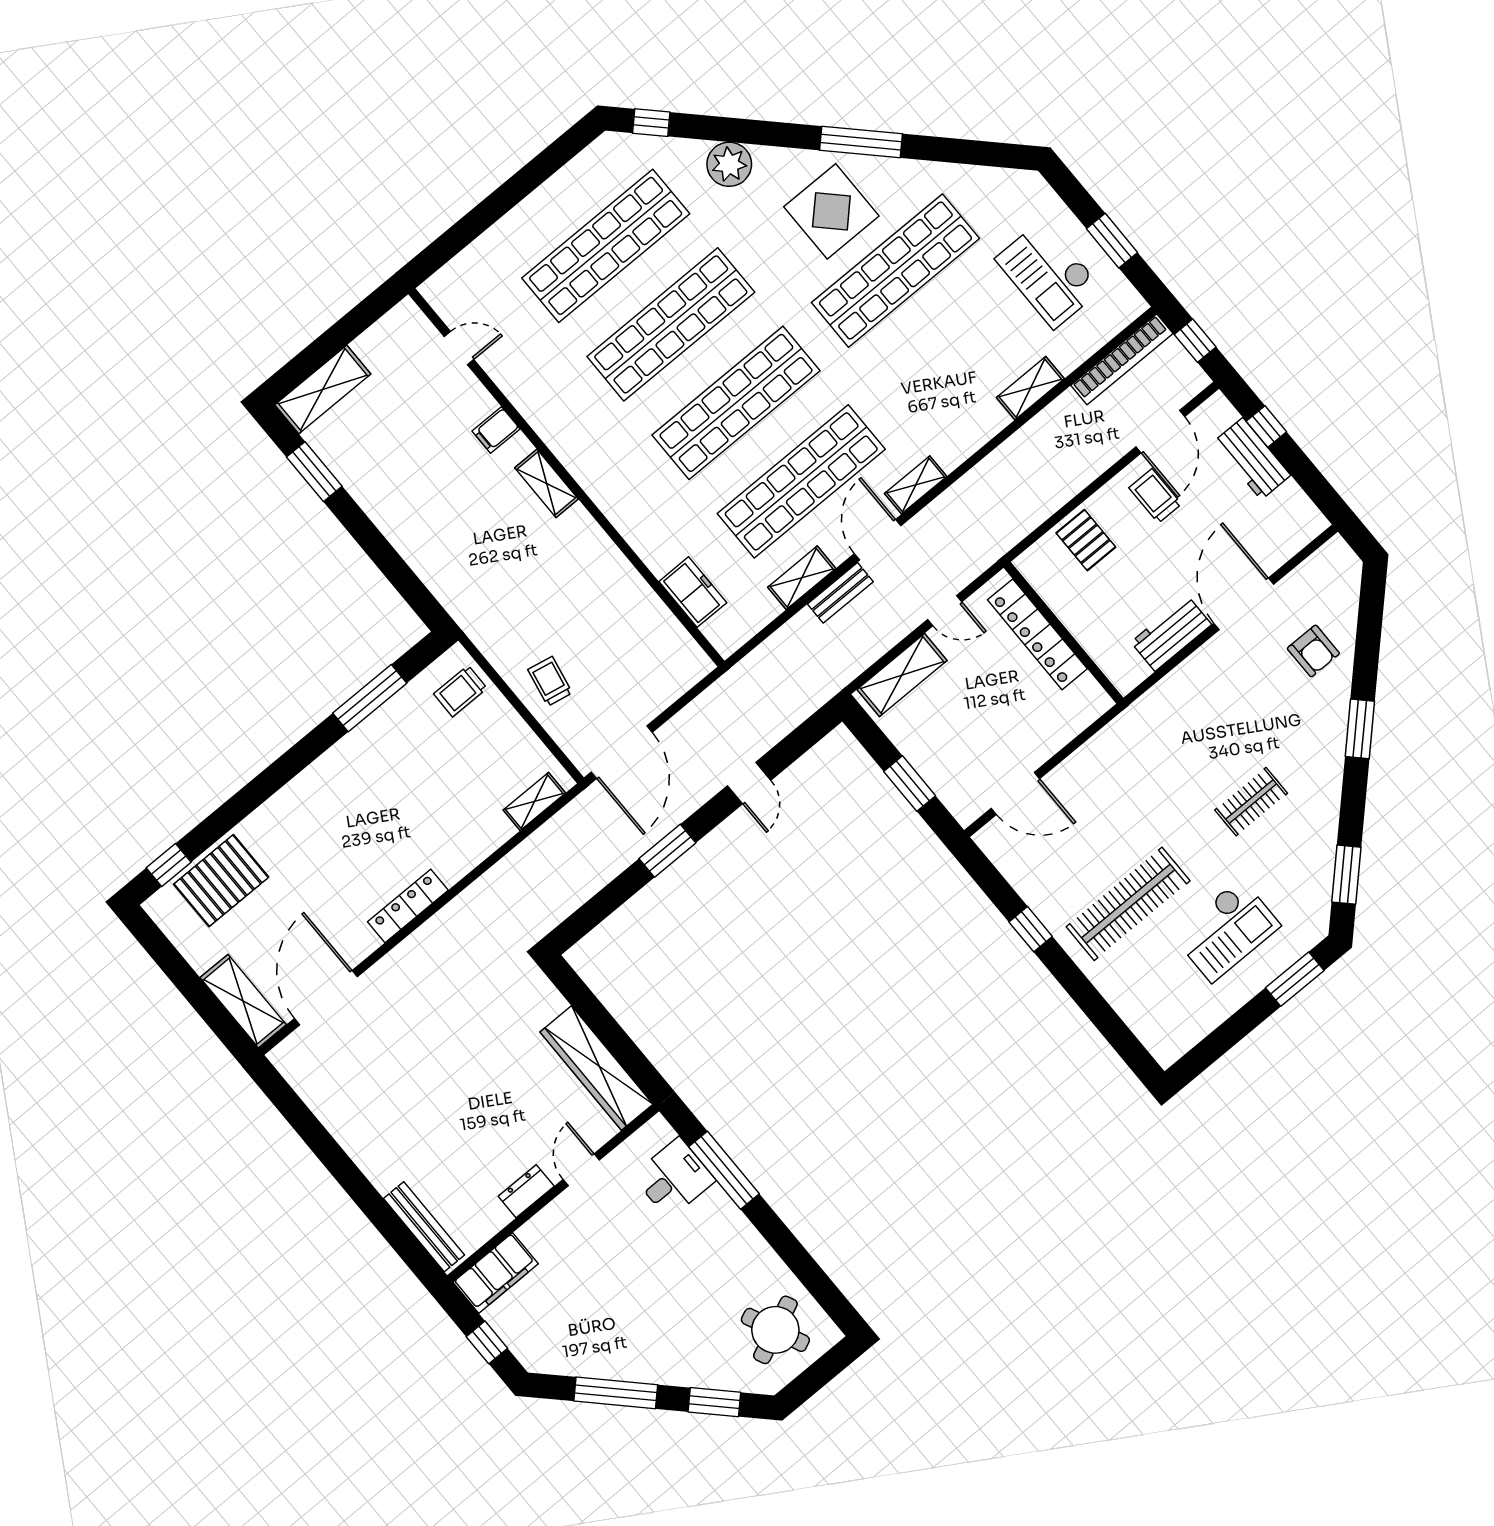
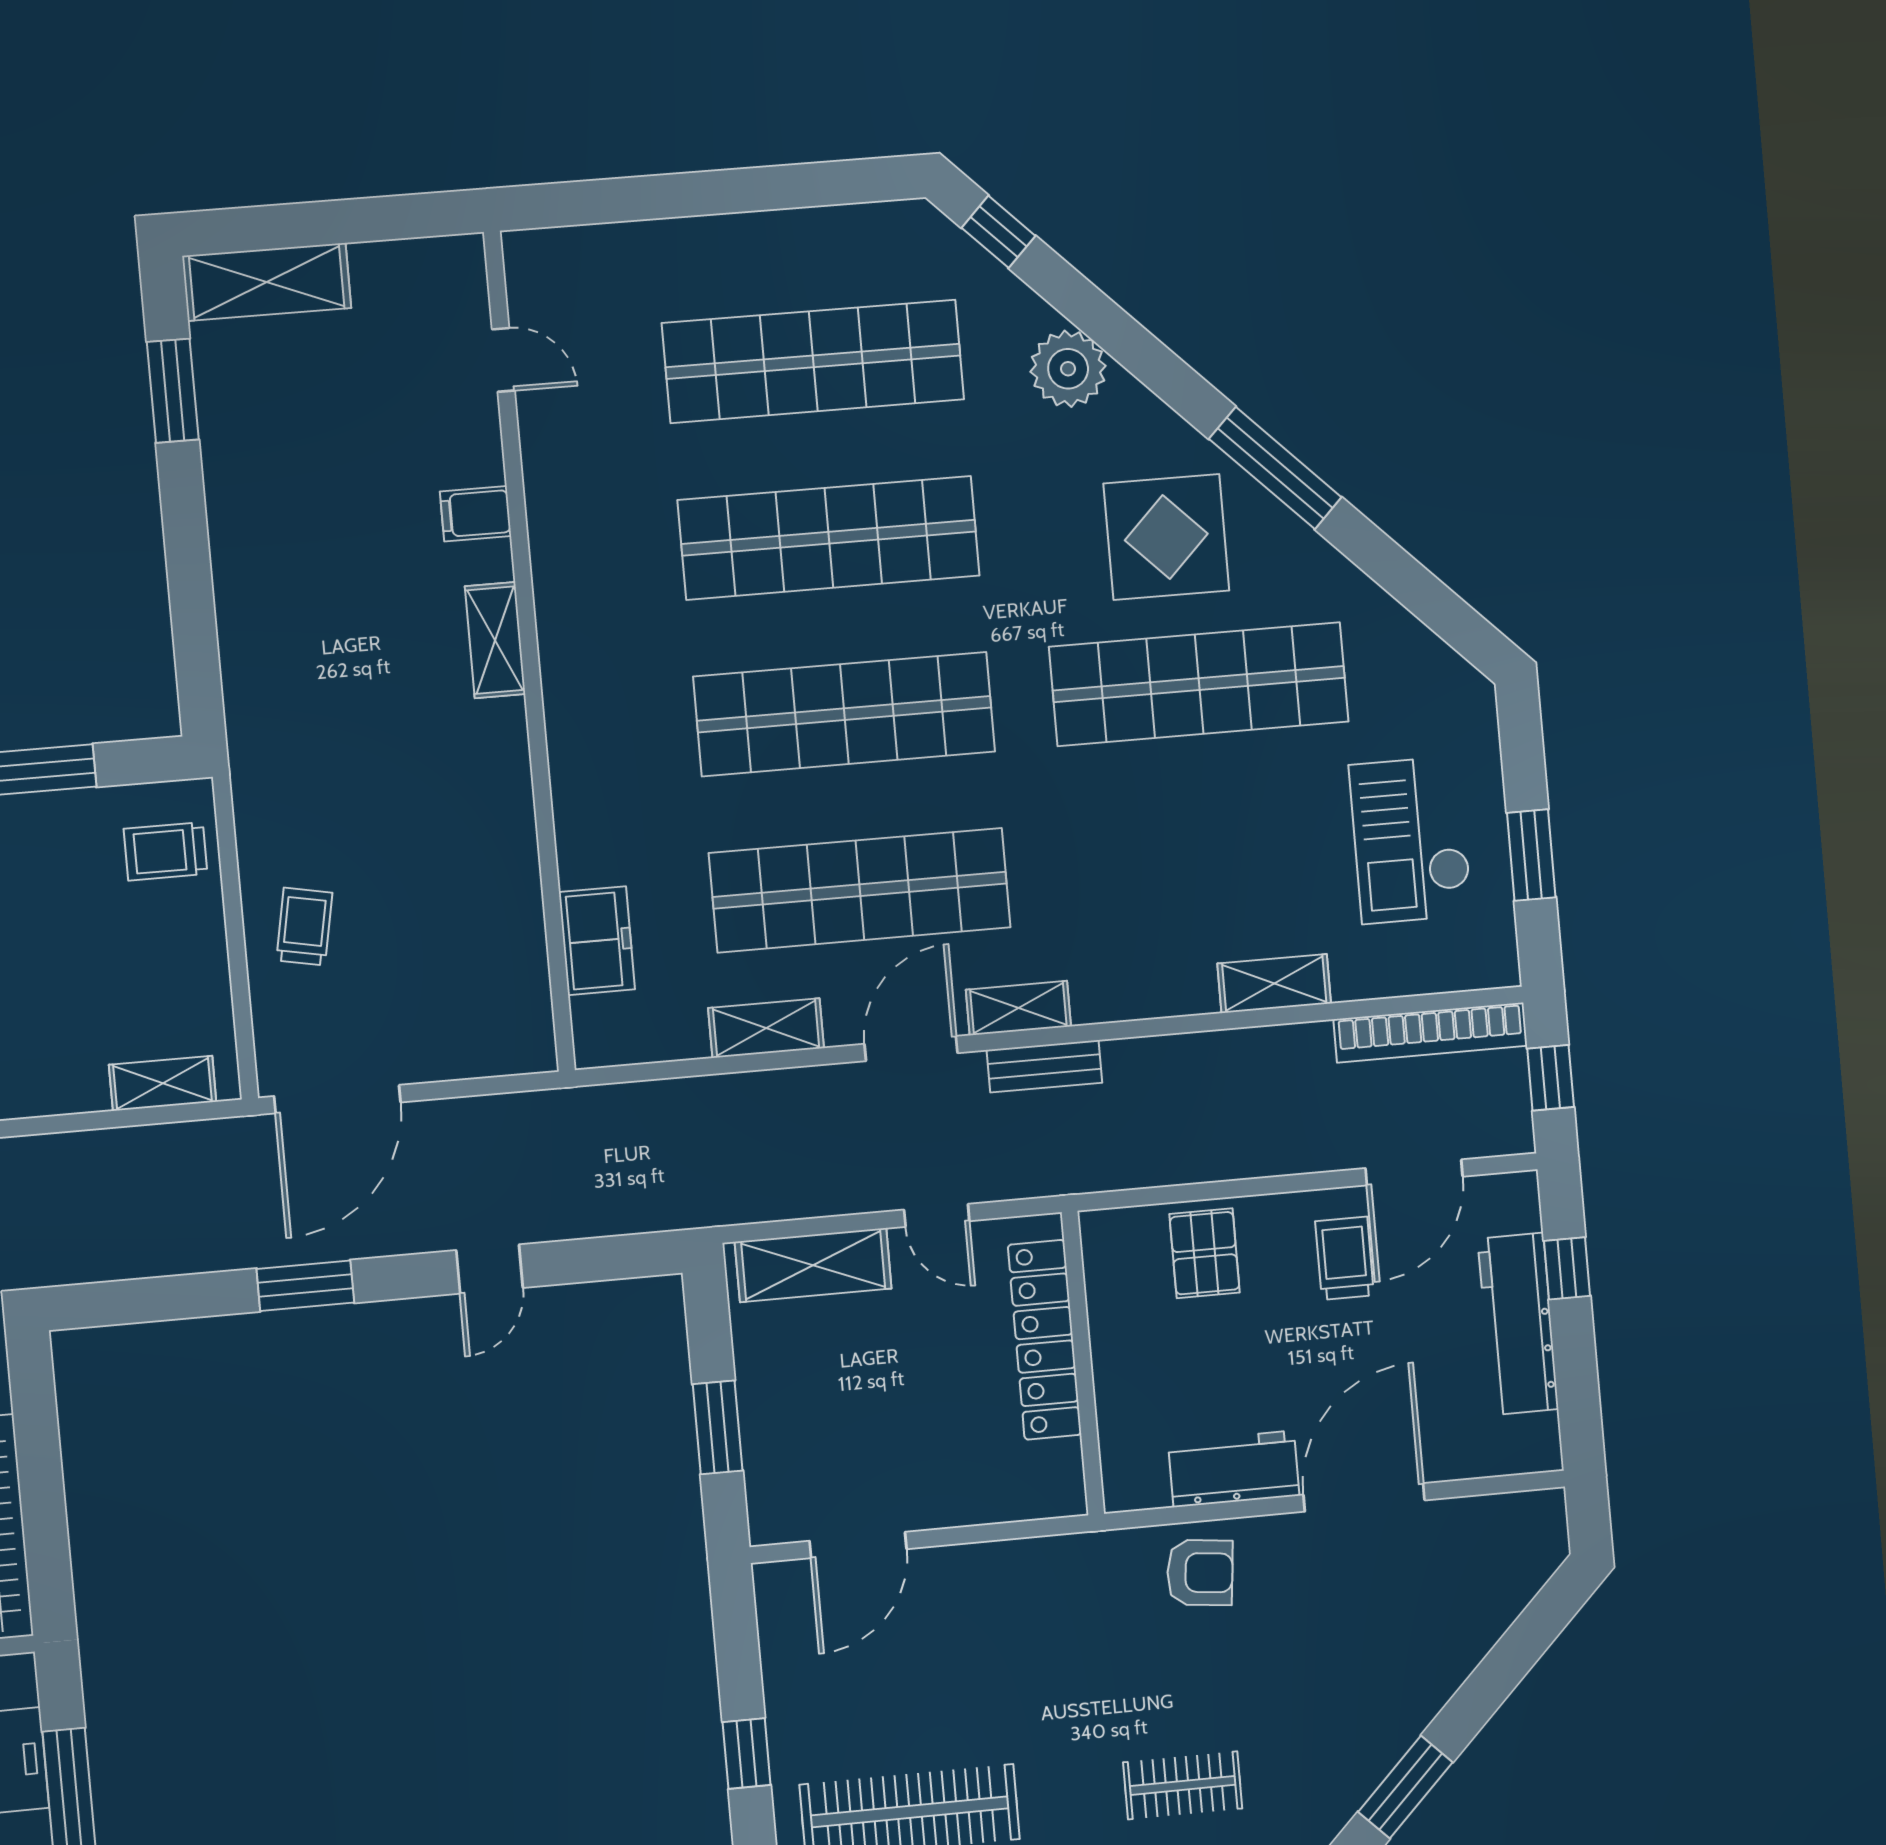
workbench: (1252, 459) -> (1518, 1324), width x1.37
bench: (840, 593) -> (1044, 1066), moved
armchair: (1313, 651) -> (1200, 1573), moved, turned -84
door: (1015, 793) -> (858, 1545), hinge flipped

